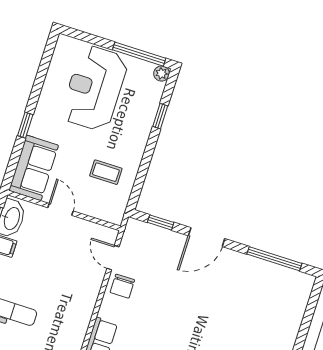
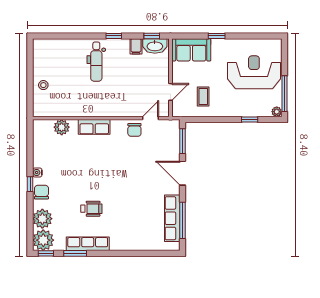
door: (61, 209) -> (171, 92), moved
window: (161, 222) -> (182, 141), width x1.50
row of seats: (267, 272) -> (172, 218), added
chair: (122, 286) -> (134, 130), turned -90

